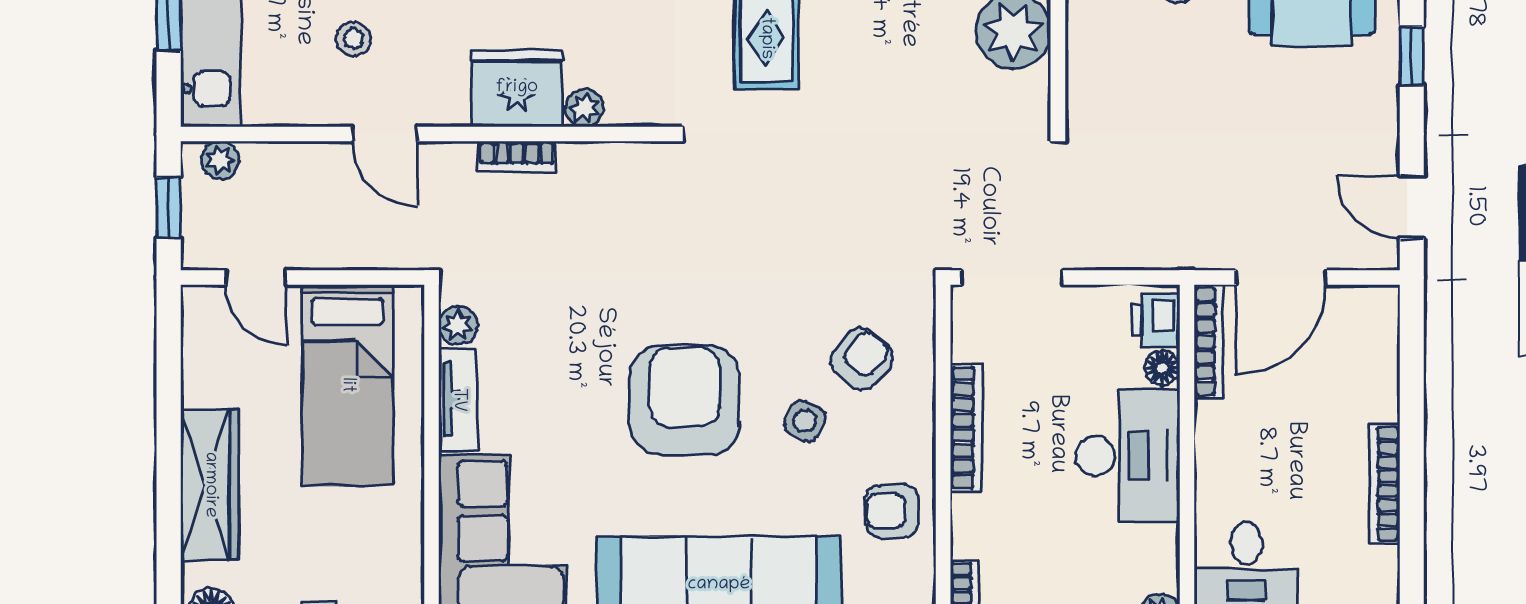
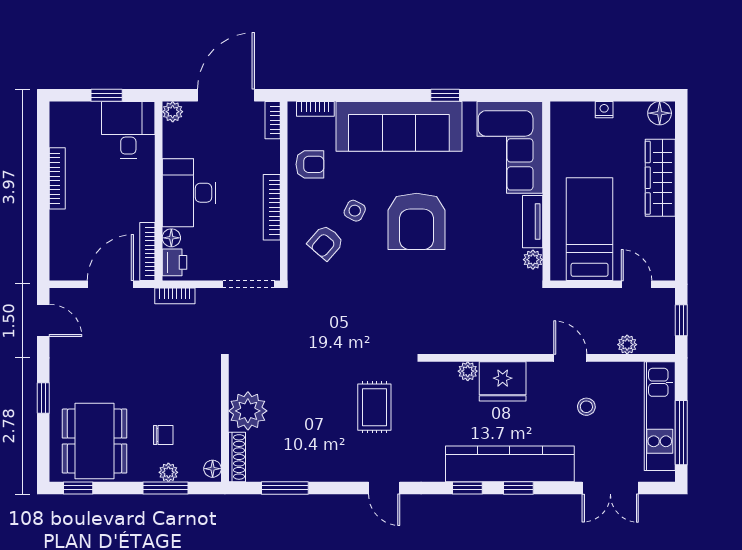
bookcase: (517, 157) -> (175, 296), moved, turned 180
plant: (220, 160) -> (627, 345), moved

